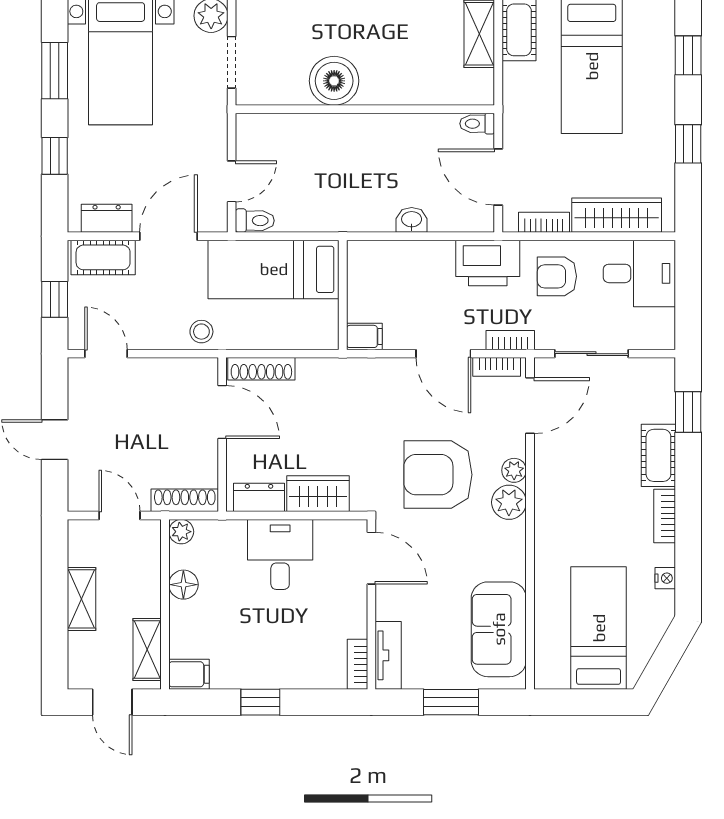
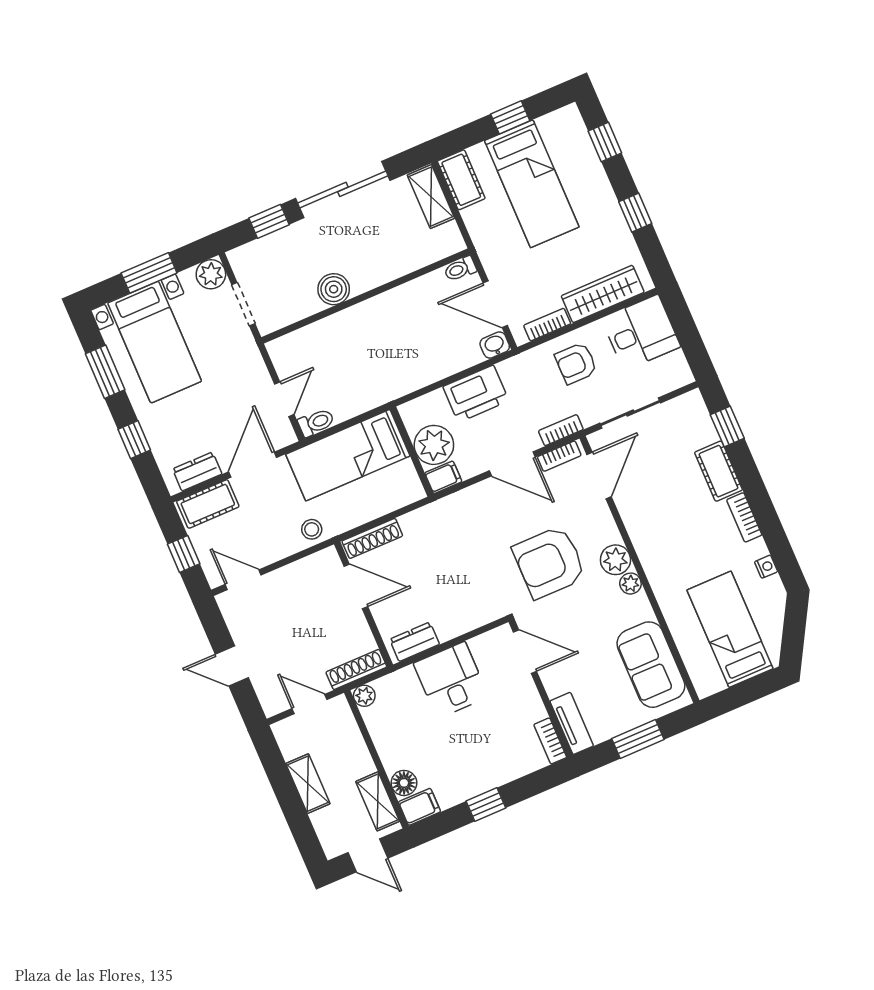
boiler: (334, 81) -> (334, 289), width x0.73, depth x0.73
washbasin: (412, 220) -> (495, 345), moved
printer: (488, 263) -> (476, 394), moved
plant: (369, 298) -> (434, 445), added
plant: (514, 470) -> (630, 584), moved
wardrobe: (318, 494) -> (460, 619), removed
floor lamp: (183, 585) -> (404, 783), moved

